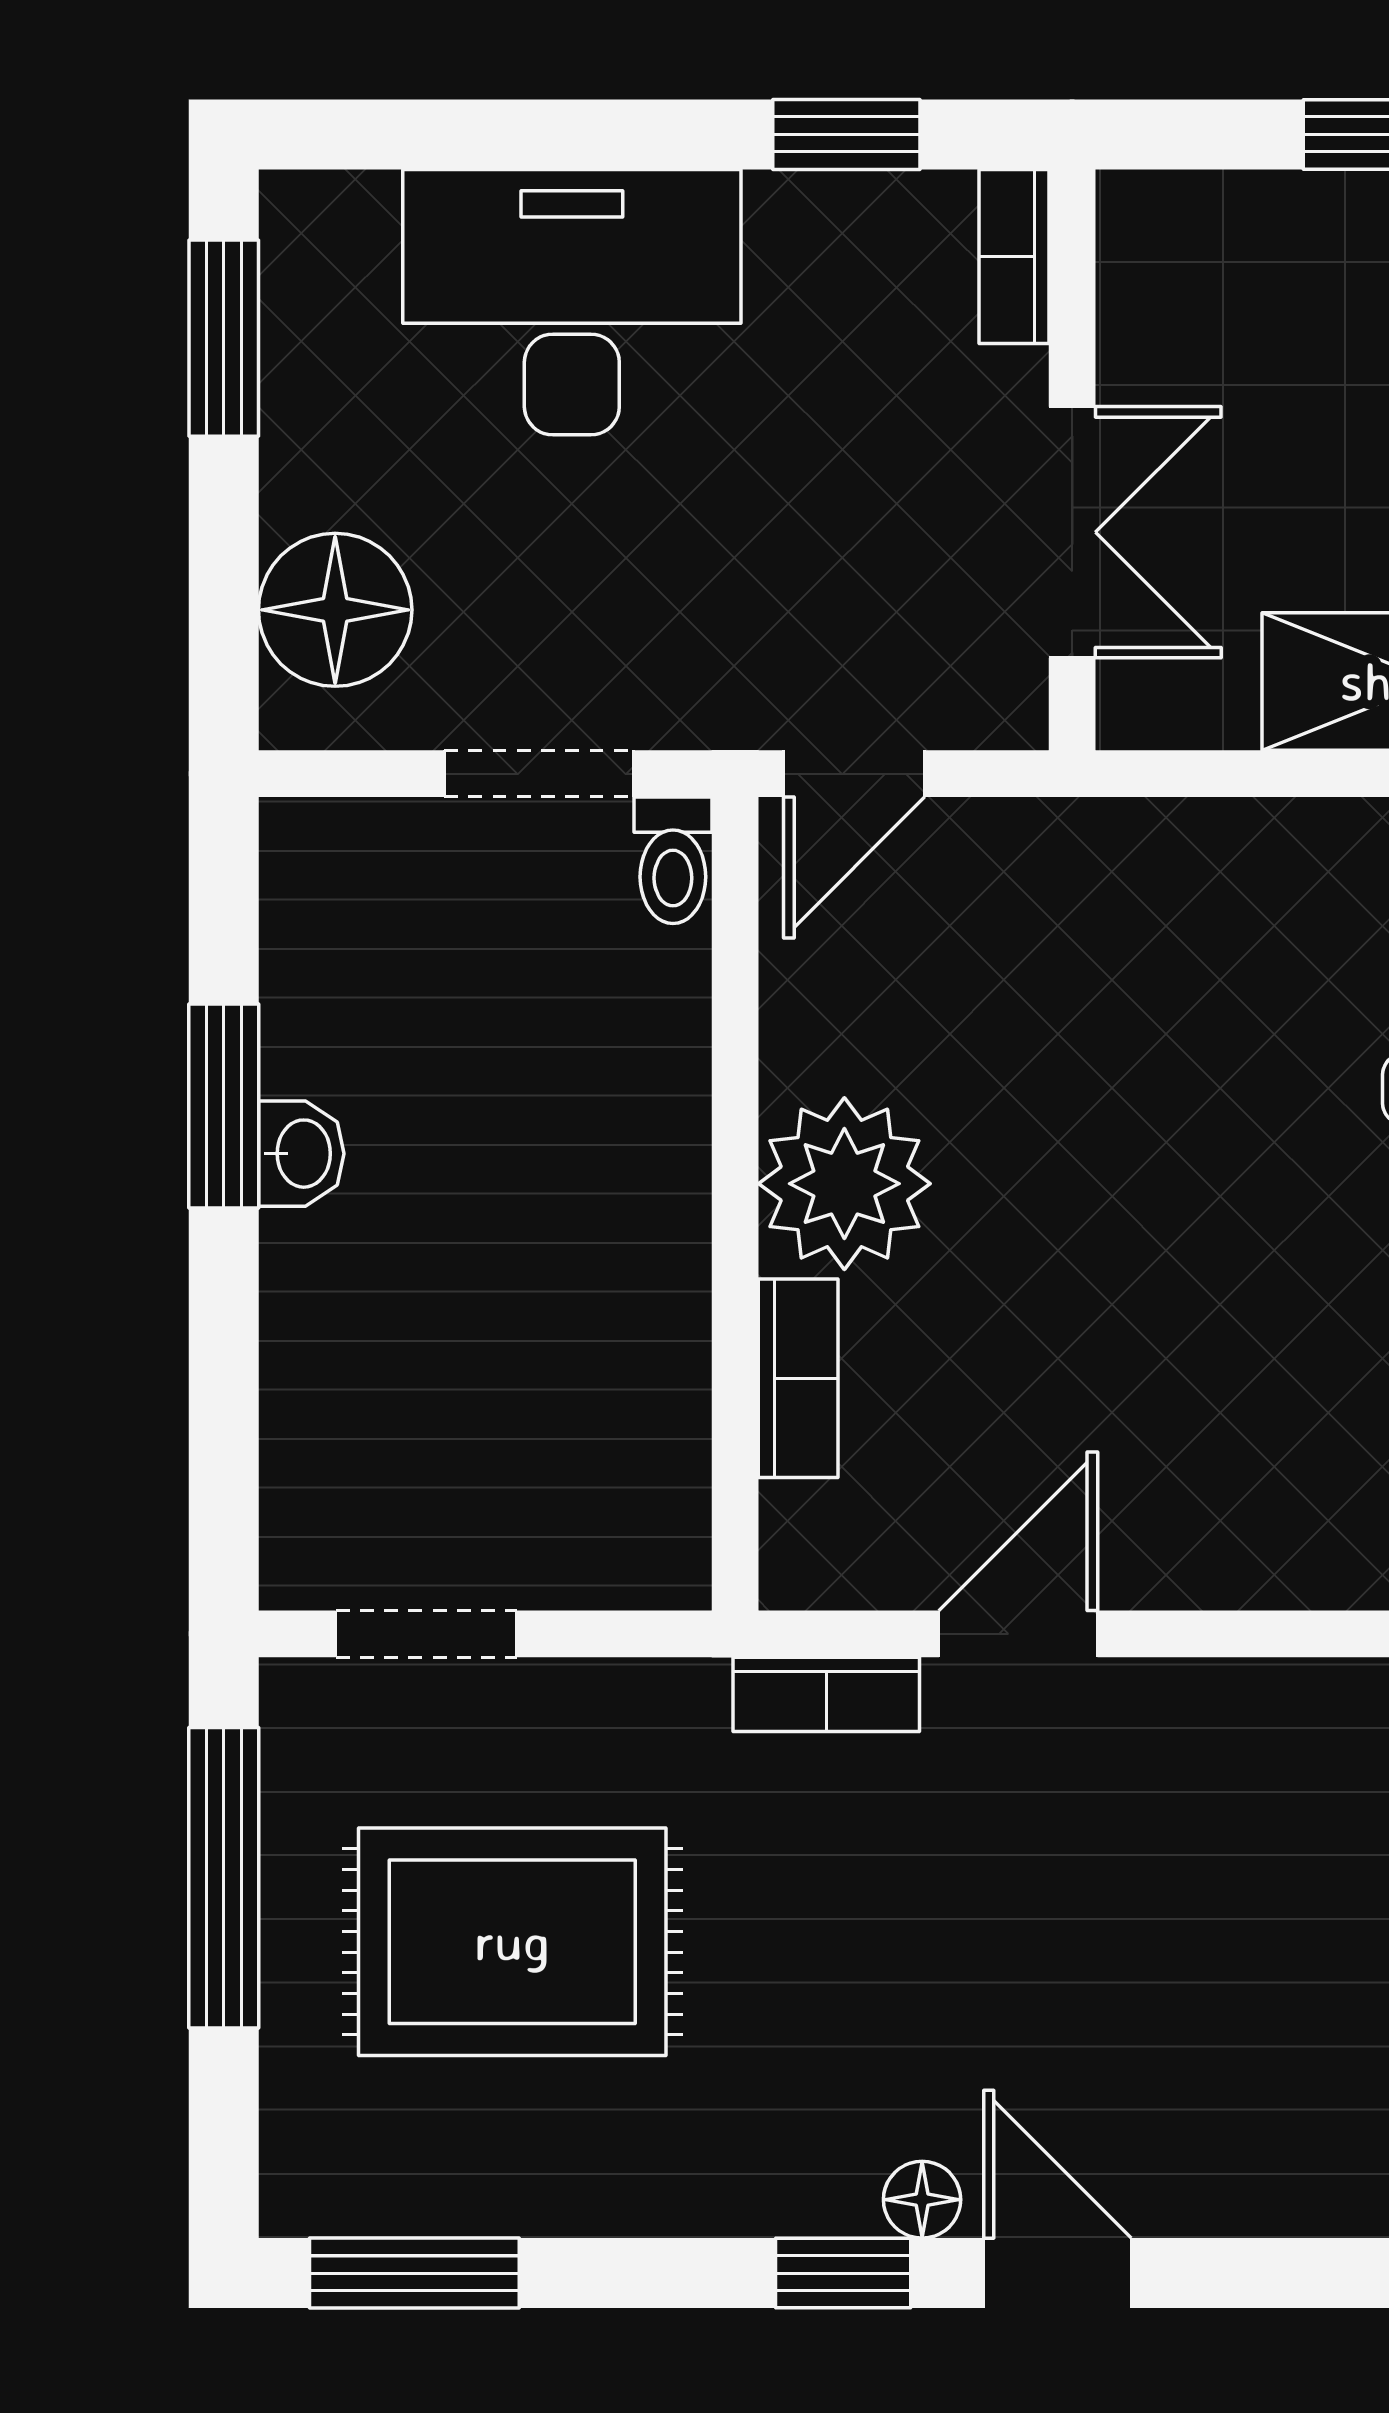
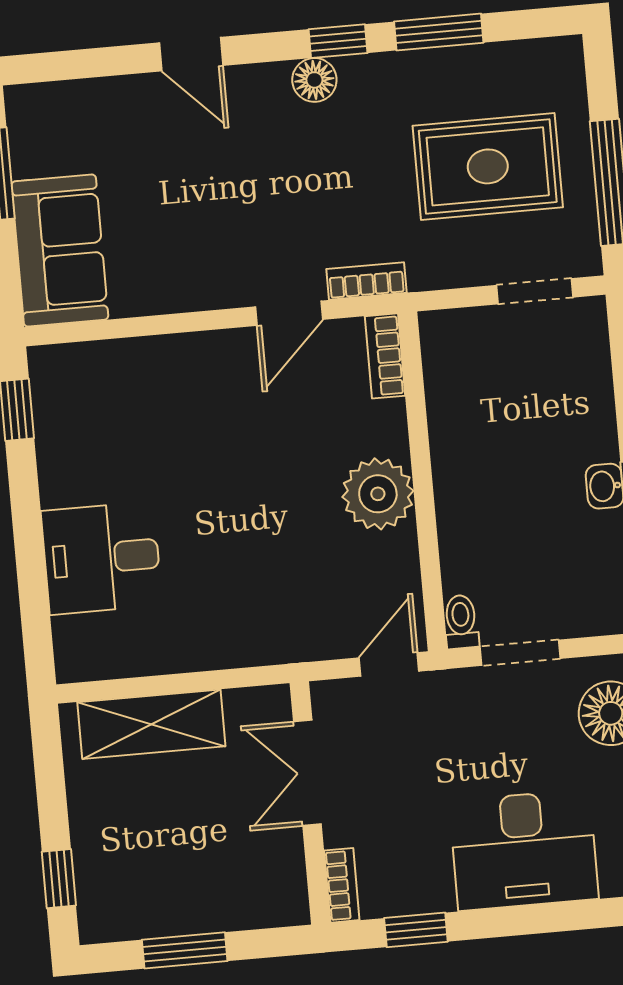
bookcase: (798, 1378) -> (385, 356), moved
floor lamp: (922, 2200) -> (314, 80), width x1.37, depth x1.37
window: (414, 2273) -> (439, 32), moved
door: (1057, 2273) -> (191, 54), moved

